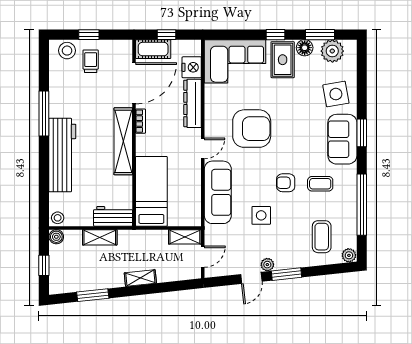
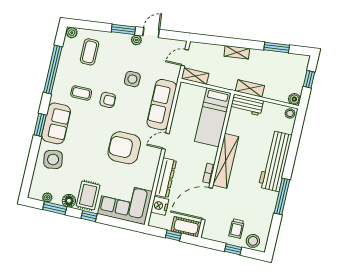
plant: (332, 51) -> (47, 197), width x0.53, depth x0.53
shelving: (100, 237) -> (250, 88), moved

